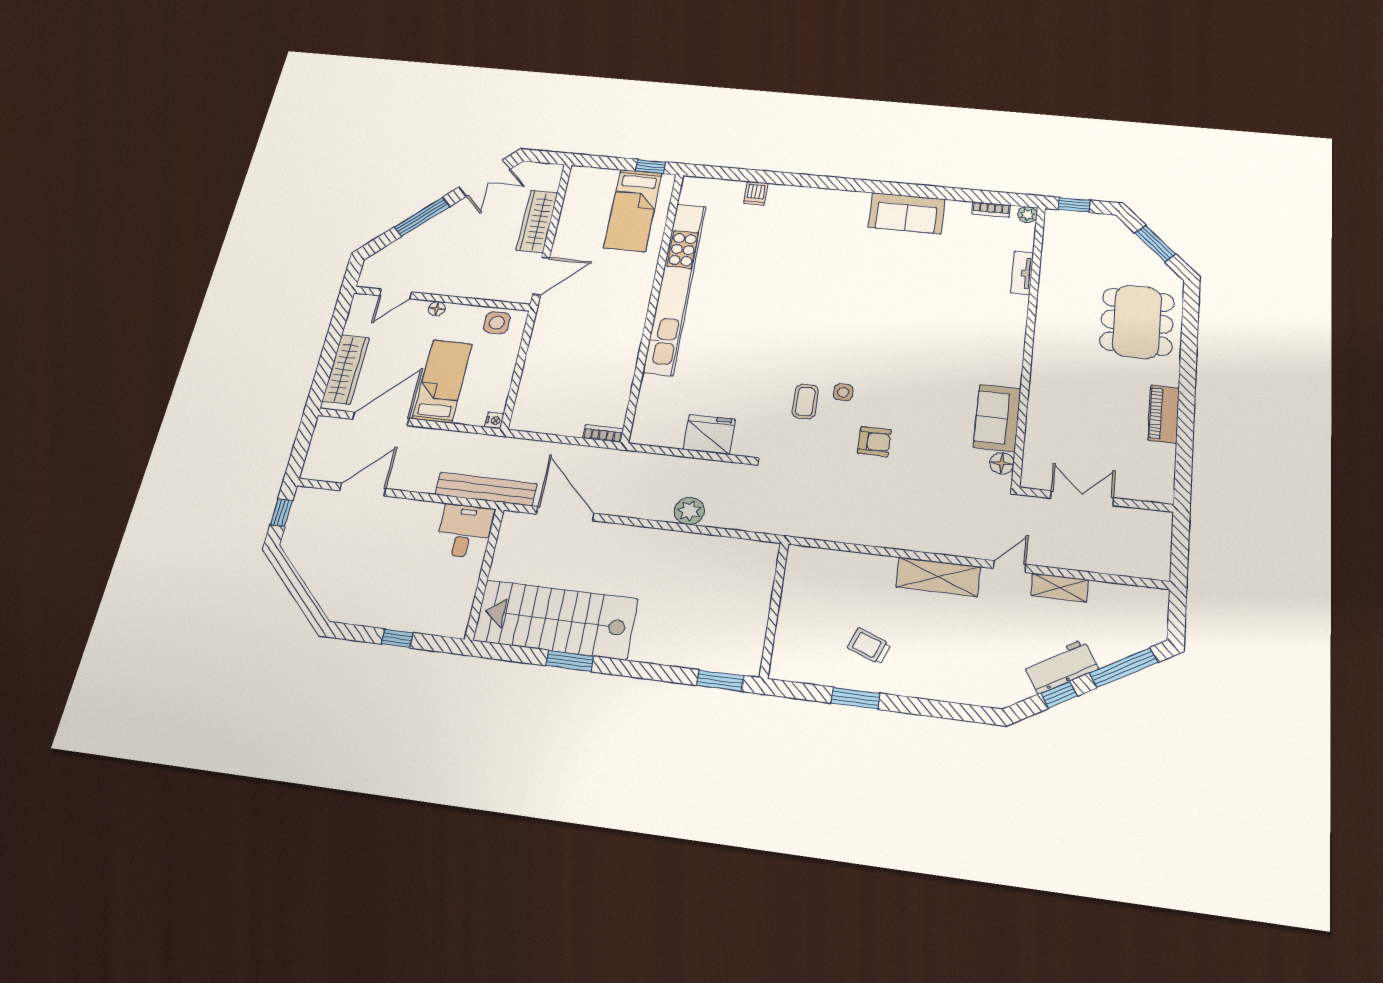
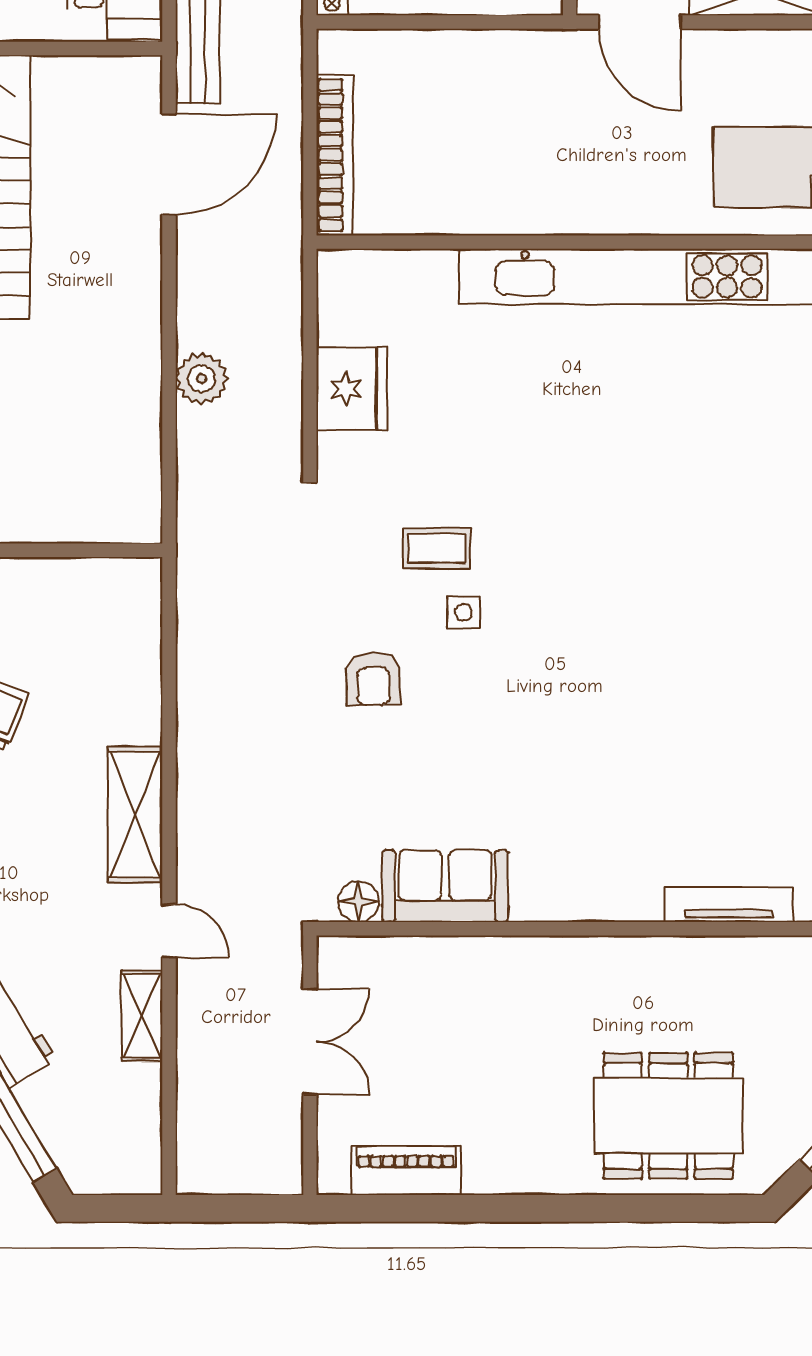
tv unit: (1022, 273) -> (729, 905), width x1.41
piano: (1164, 414) -> (406, 1171), moved
bookcase: (603, 433) -> (335, 155), width x2.31, depth x1.31

